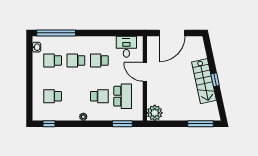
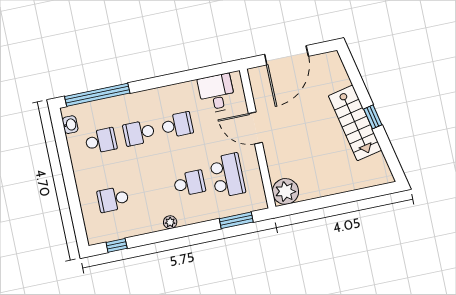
school desk: (53, 60) -> (101, 141), turned 180
school desk: (99, 60) -> (177, 125), turned 180
window: (200, 124) -> (364, 194), removed

